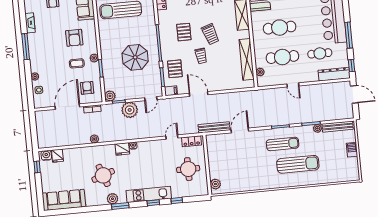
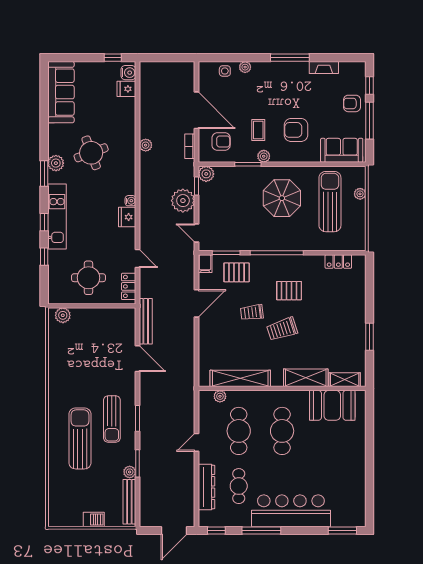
parasol: (135, 57) -> (282, 198), moved
dresser: (334, 74) -> (206, 487), moved
fridge: (122, 149) -> (127, 217), moved
sun lounger: (298, 164) -> (80, 438), turned 180

